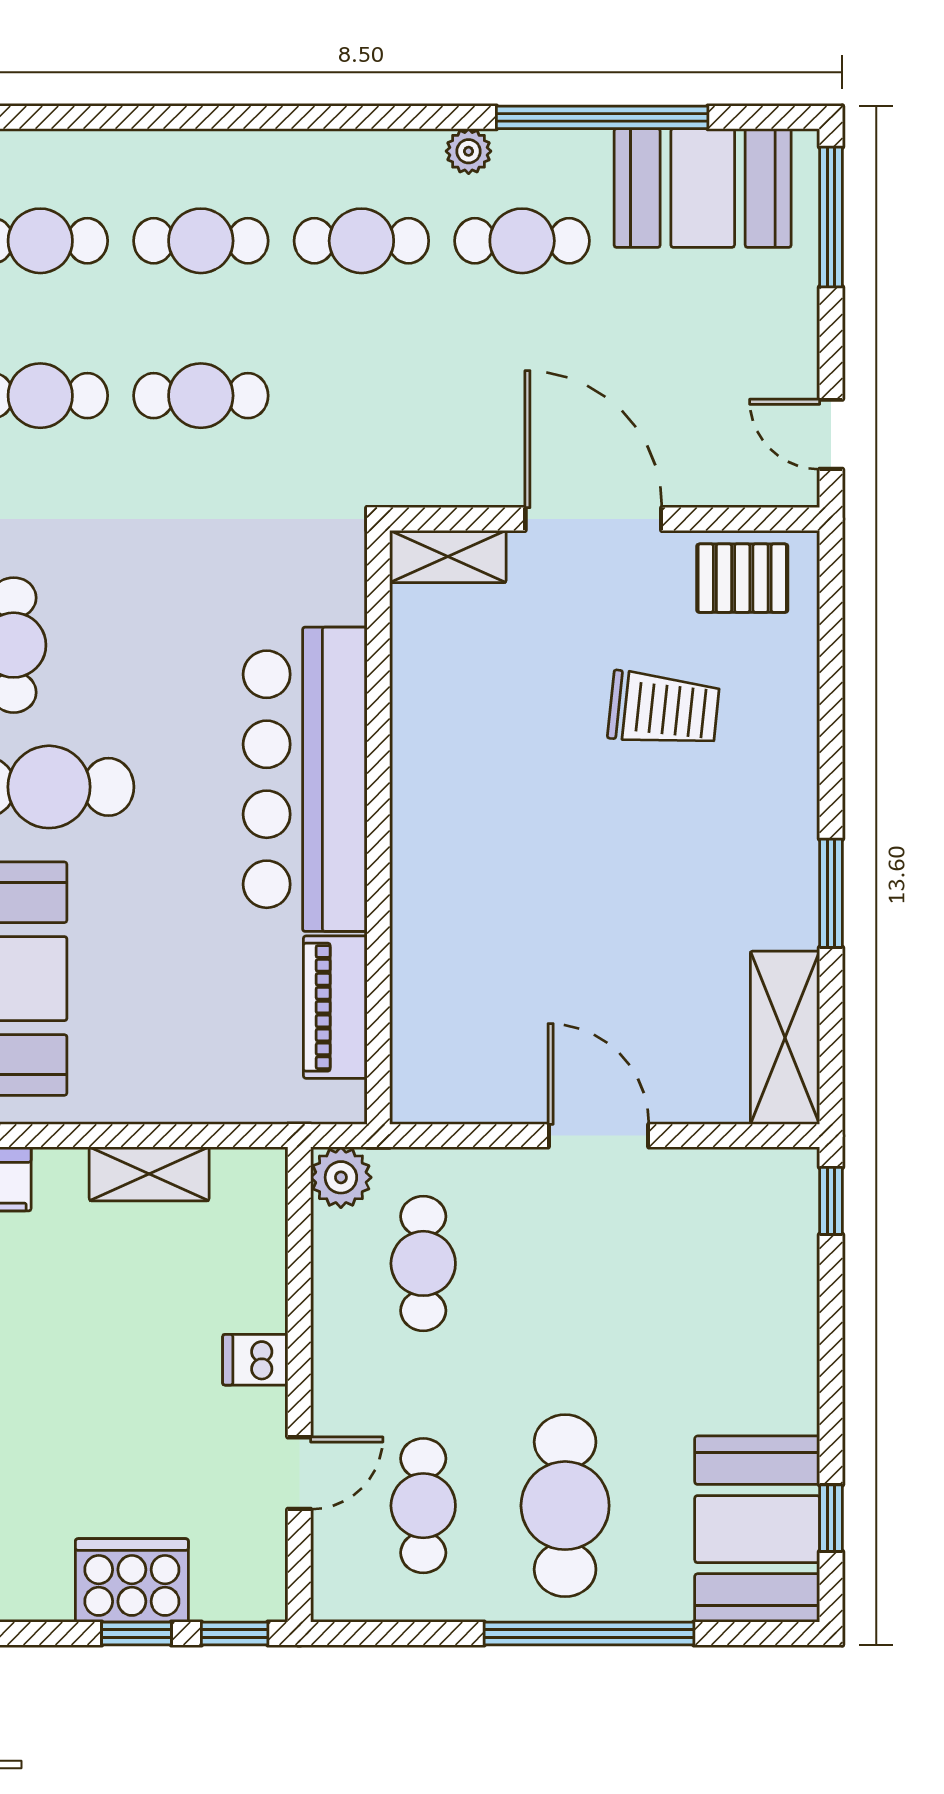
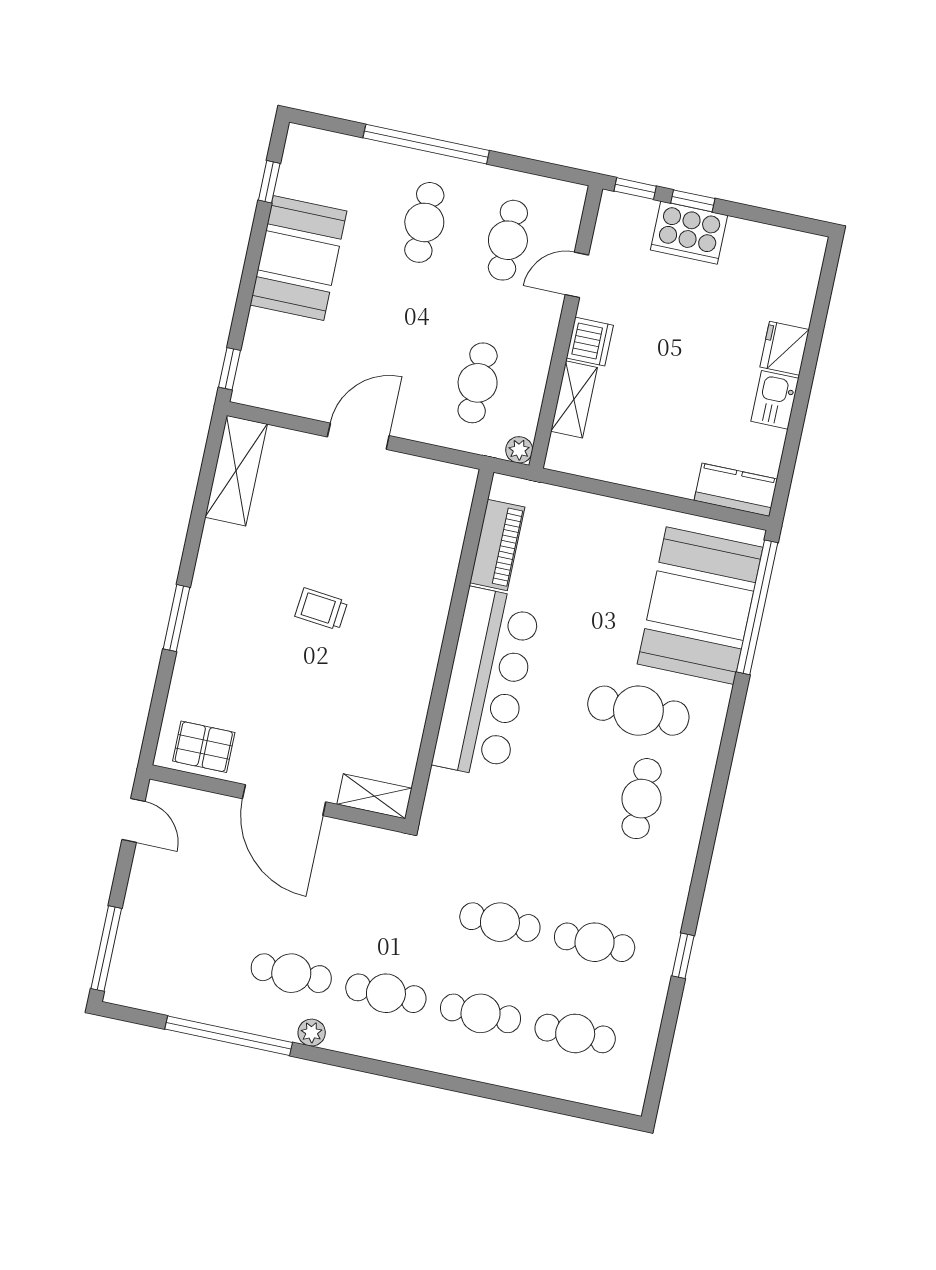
booth: (703, 188) -> (178, 982), removed
trolley: (664, 709) -> (321, 609), moved, width x0.73, depth x0.72
window: (831, 893) -> (176, 618), moved
door: (598, 1136) -> (358, 436), swing flipped
shelving: (149, 1174) -> (574, 399), moved, turned 90
plant: (341, 1177) -> (519, 450), width x0.73, depth x0.73
dishwasher: (255, 1360) -> (590, 342), width x1.38
cafe table: (565, 1506) -> (424, 222), width x0.73, depth x0.74
booth: (757, 1529) -> (298, 258), moved

